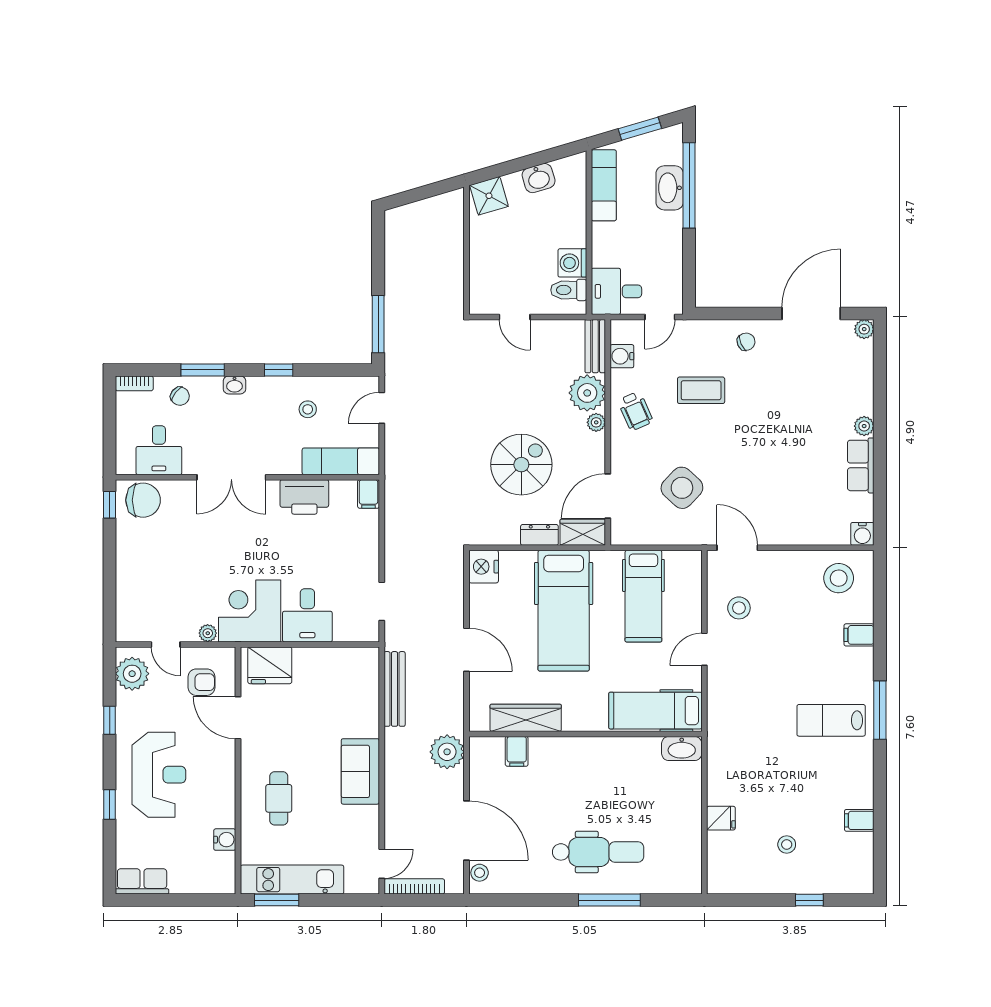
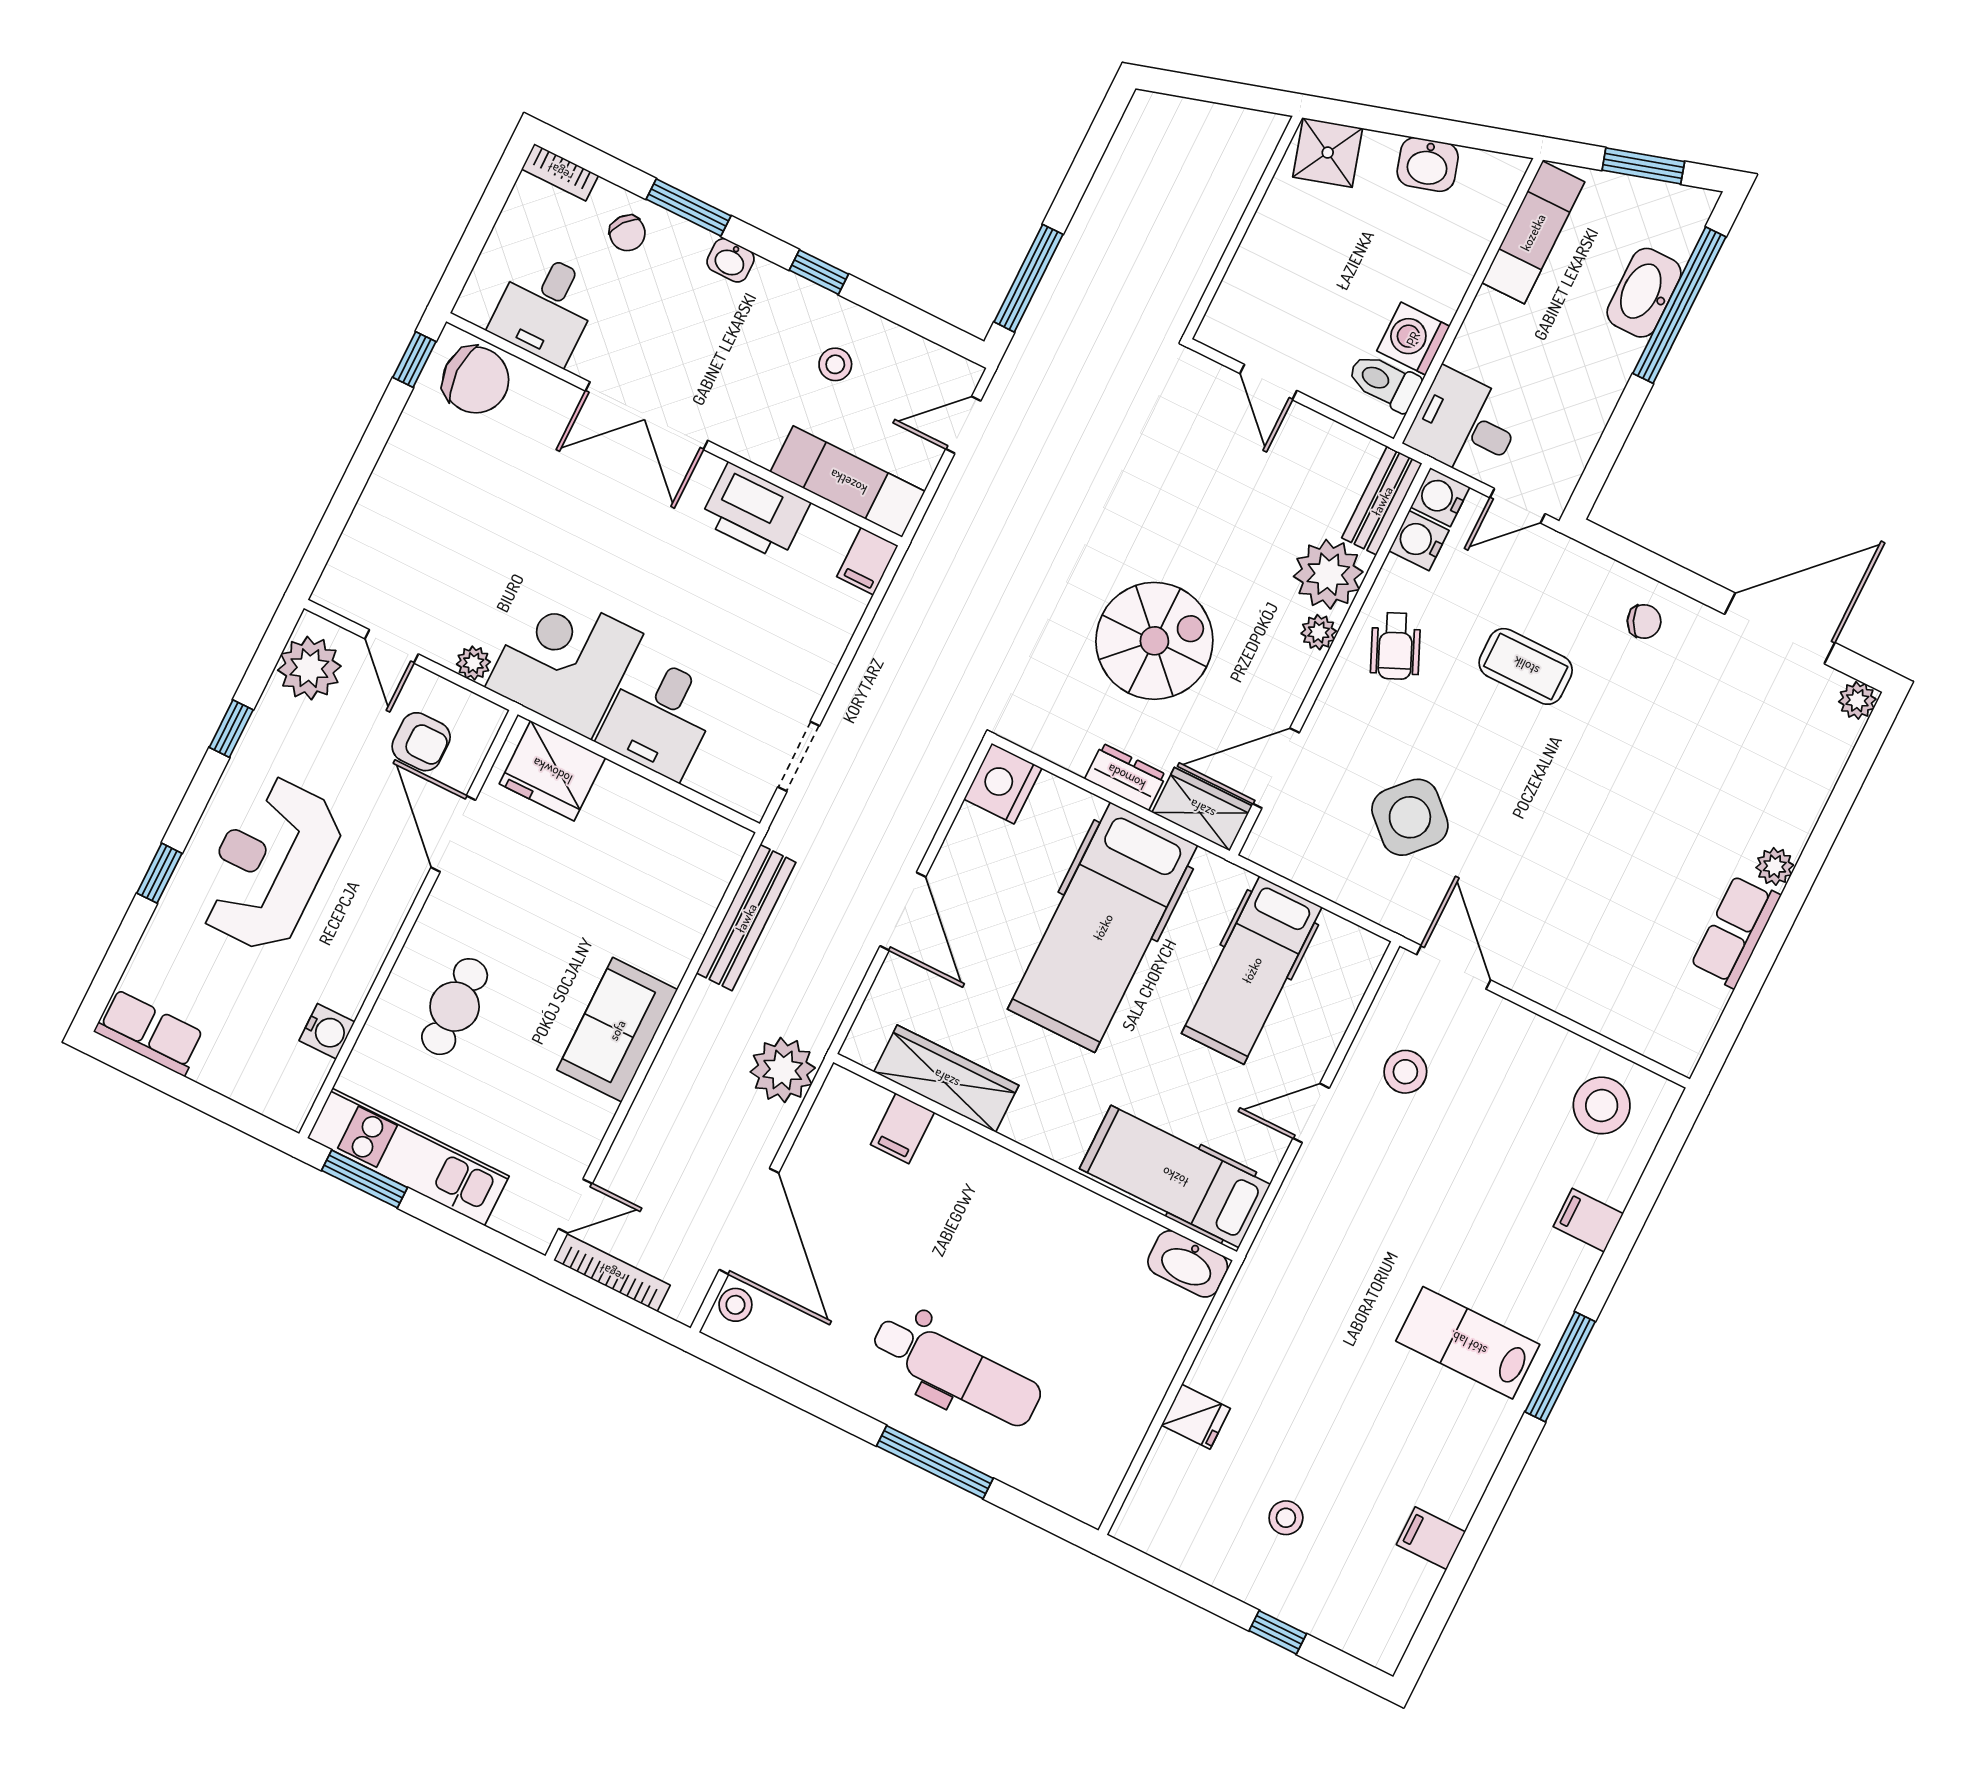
water cooler: (862, 534) -> (1440, 497), moved, turned 90
reception desk: (159, 775) -> (269, 864), turned 180

